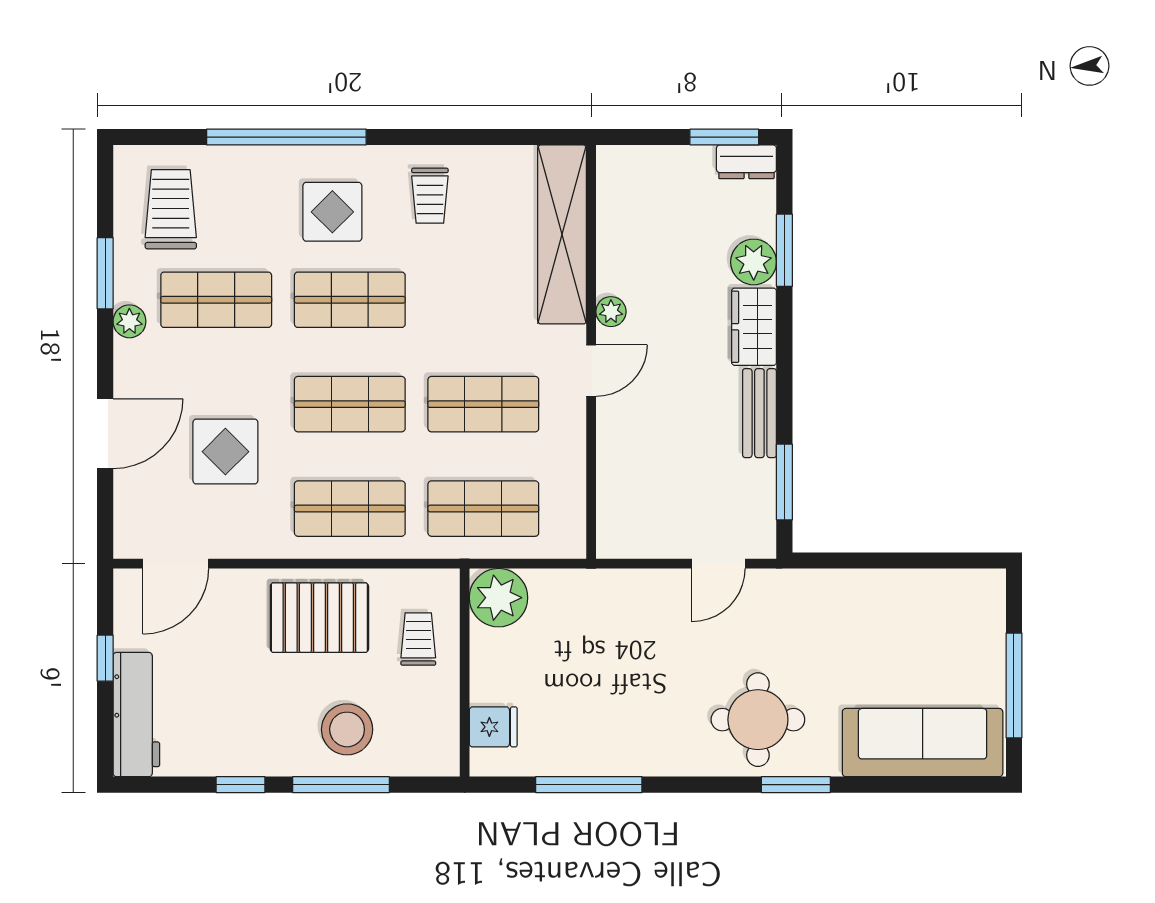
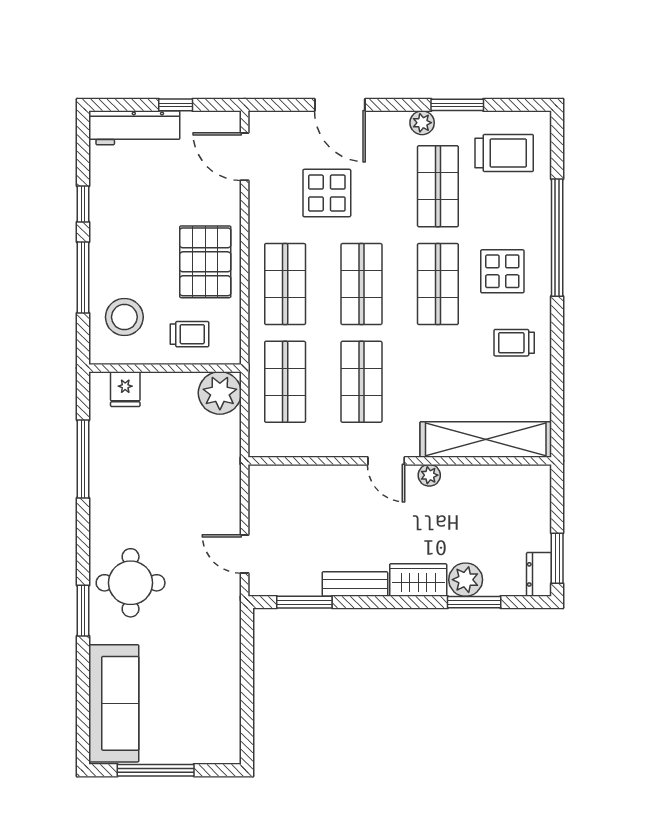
stool: (347, 729) -> (124, 317), moved

